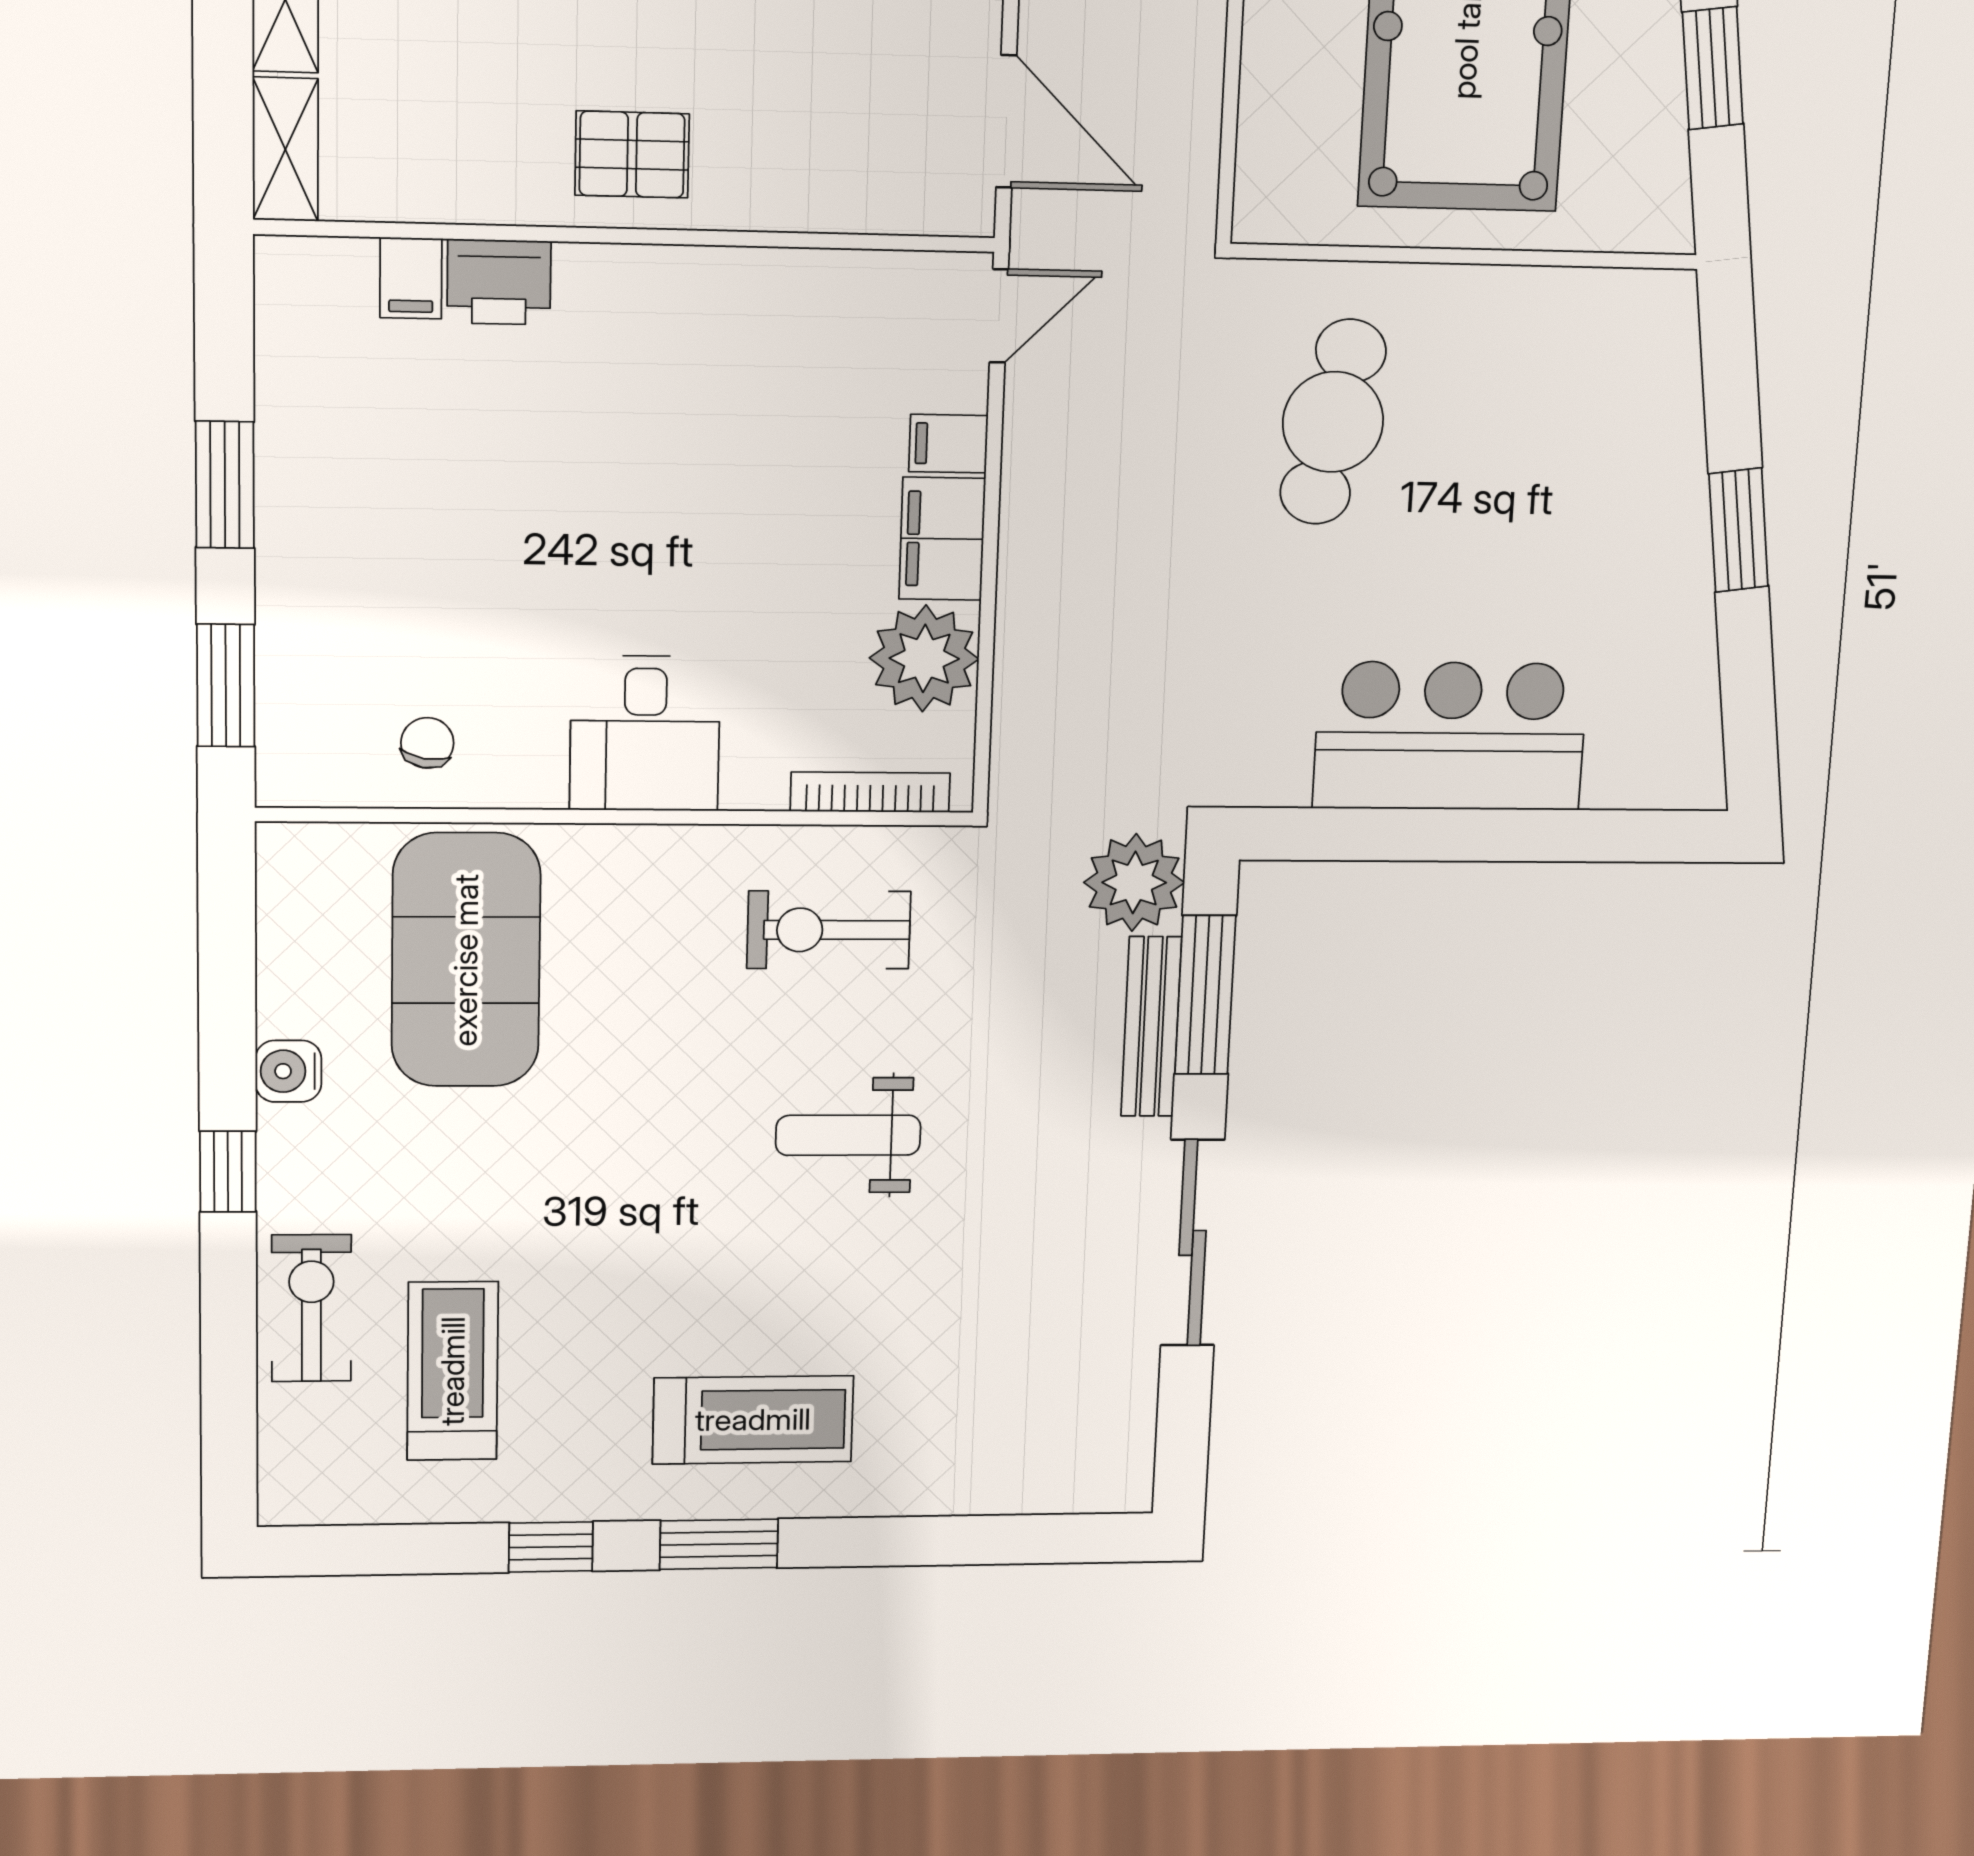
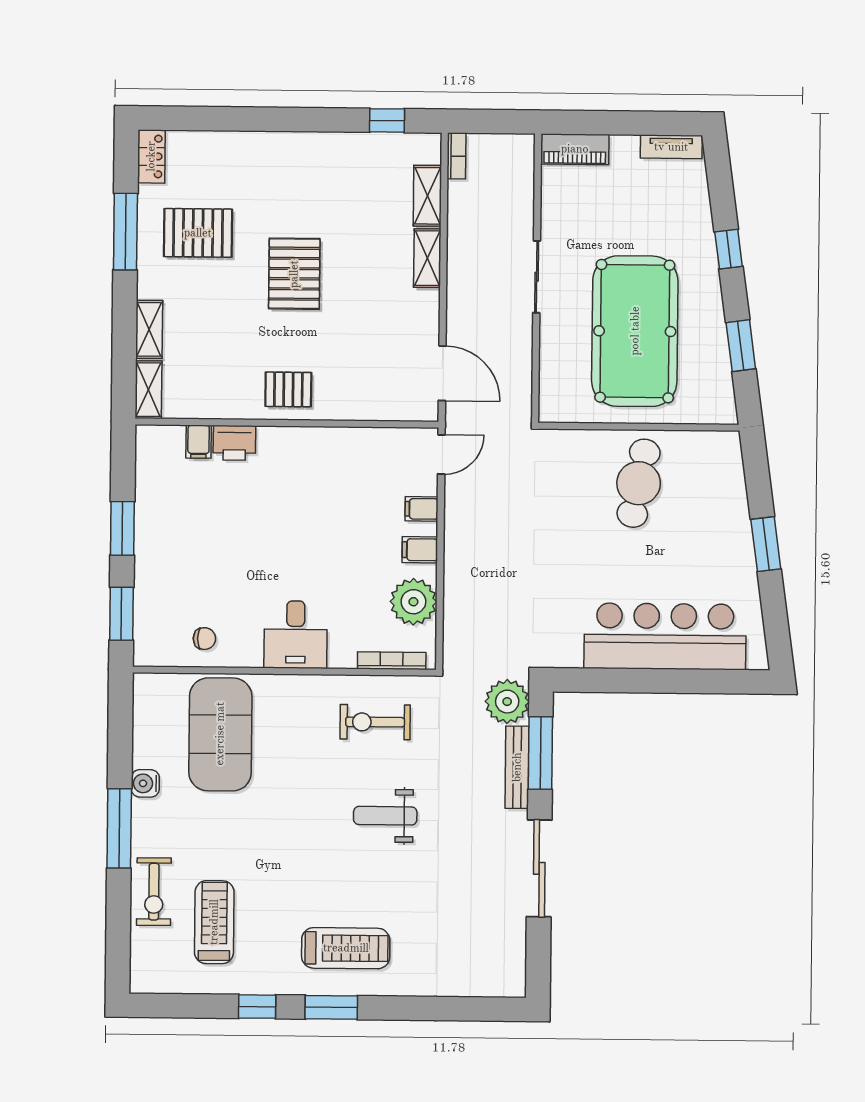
cafe table: (1333, 422) -> (639, 483), moved
filing cabinet: (942, 539) -> (420, 550), width x0.50
bar counter: (1450, 736) -> (665, 636), width x1.36
chair: (427, 743) -> (204, 639), turned 80
window: (228, 1172) -> (119, 828), width x2.17
exercise bike: (311, 1308) -> (154, 892), turned 180

